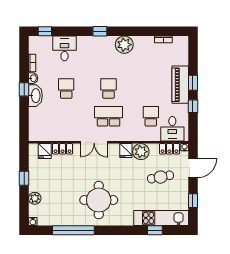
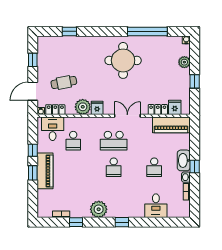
window: (45, 31) -> (76, 222), moved
piano: (49, 133) -> (171, 125), added
kitchen unit: (161, 218) -> (63, 43), removed

